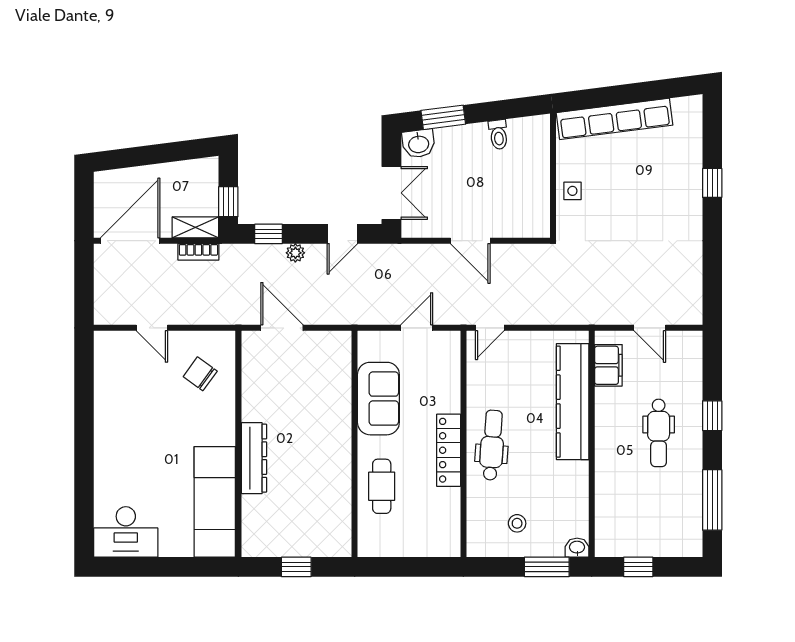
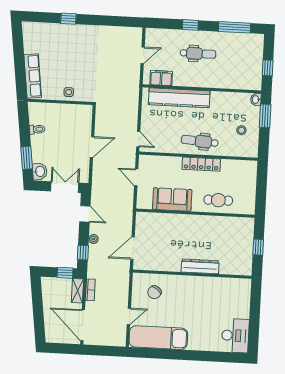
row of seats: (615, 119) -> (33, 76), width x0.73
exam couch: (215, 502) -> (158, 338), moved, turned 180

